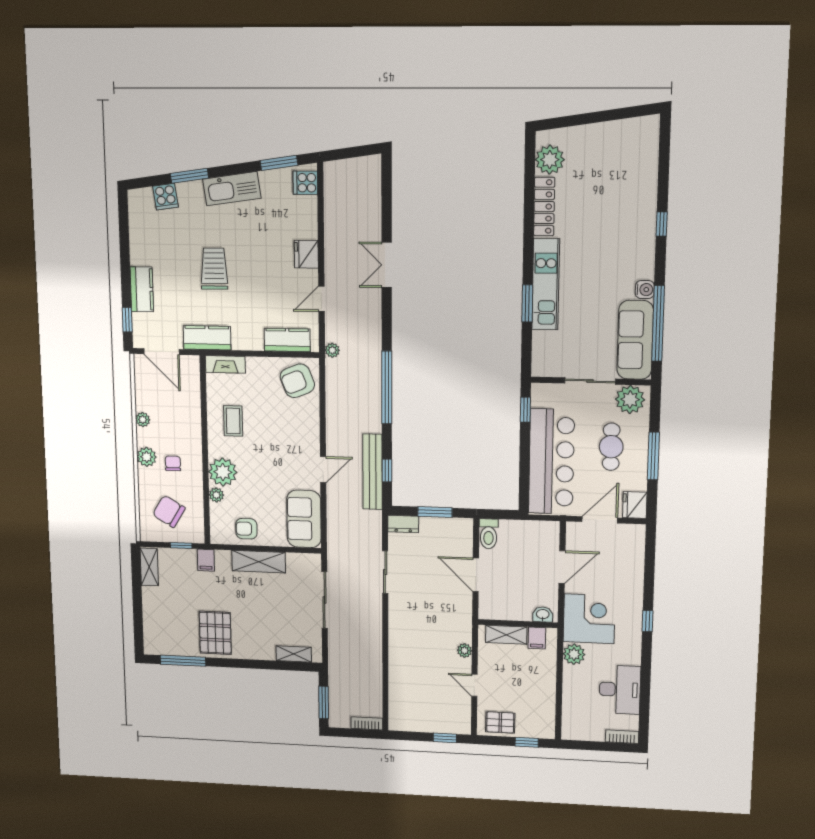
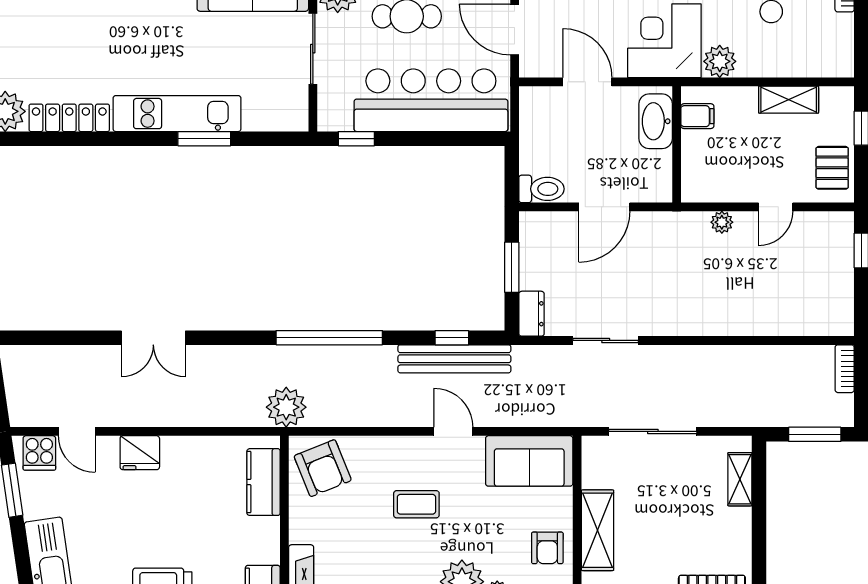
door: (322, 299) -> (77, 431), moved
plant: (332, 350) -> (286, 407), width x1.88, depth x1.88
coffee table: (233, 421) -> (416, 504), moved
washbasin: (543, 614) -> (656, 121), width x1.91, depth x1.45
shelving: (506, 635) -> (789, 100), moved, turned 90

